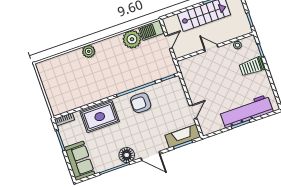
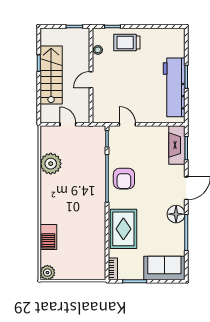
barbecue: (151, 30) -> (48, 237), moved
plant: (89, 51) -> (47, 273), moved
trolley: (252, 67) -> (127, 43), turned 90
workbench: (246, 111) -> (174, 87), moved
door: (193, 112) -> (127, 124), moved

